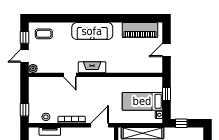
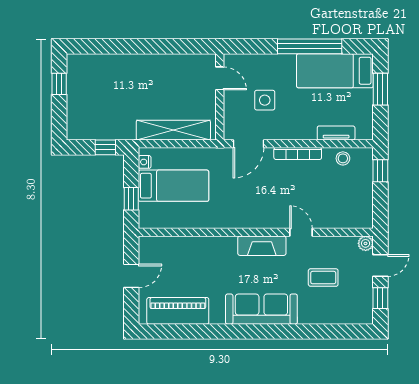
coffee table: (44, 34) -> (323, 278), moved

